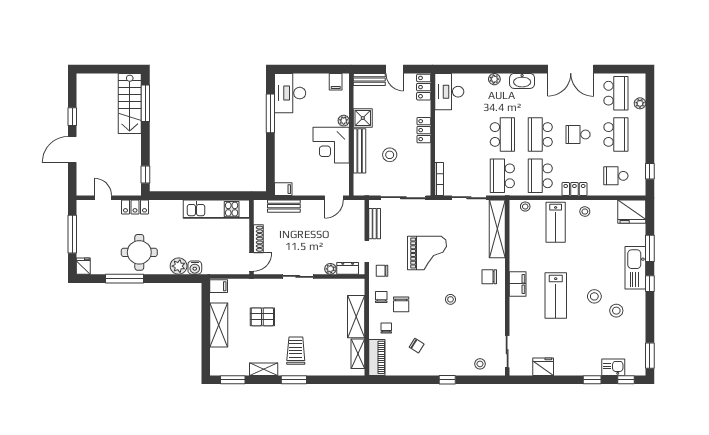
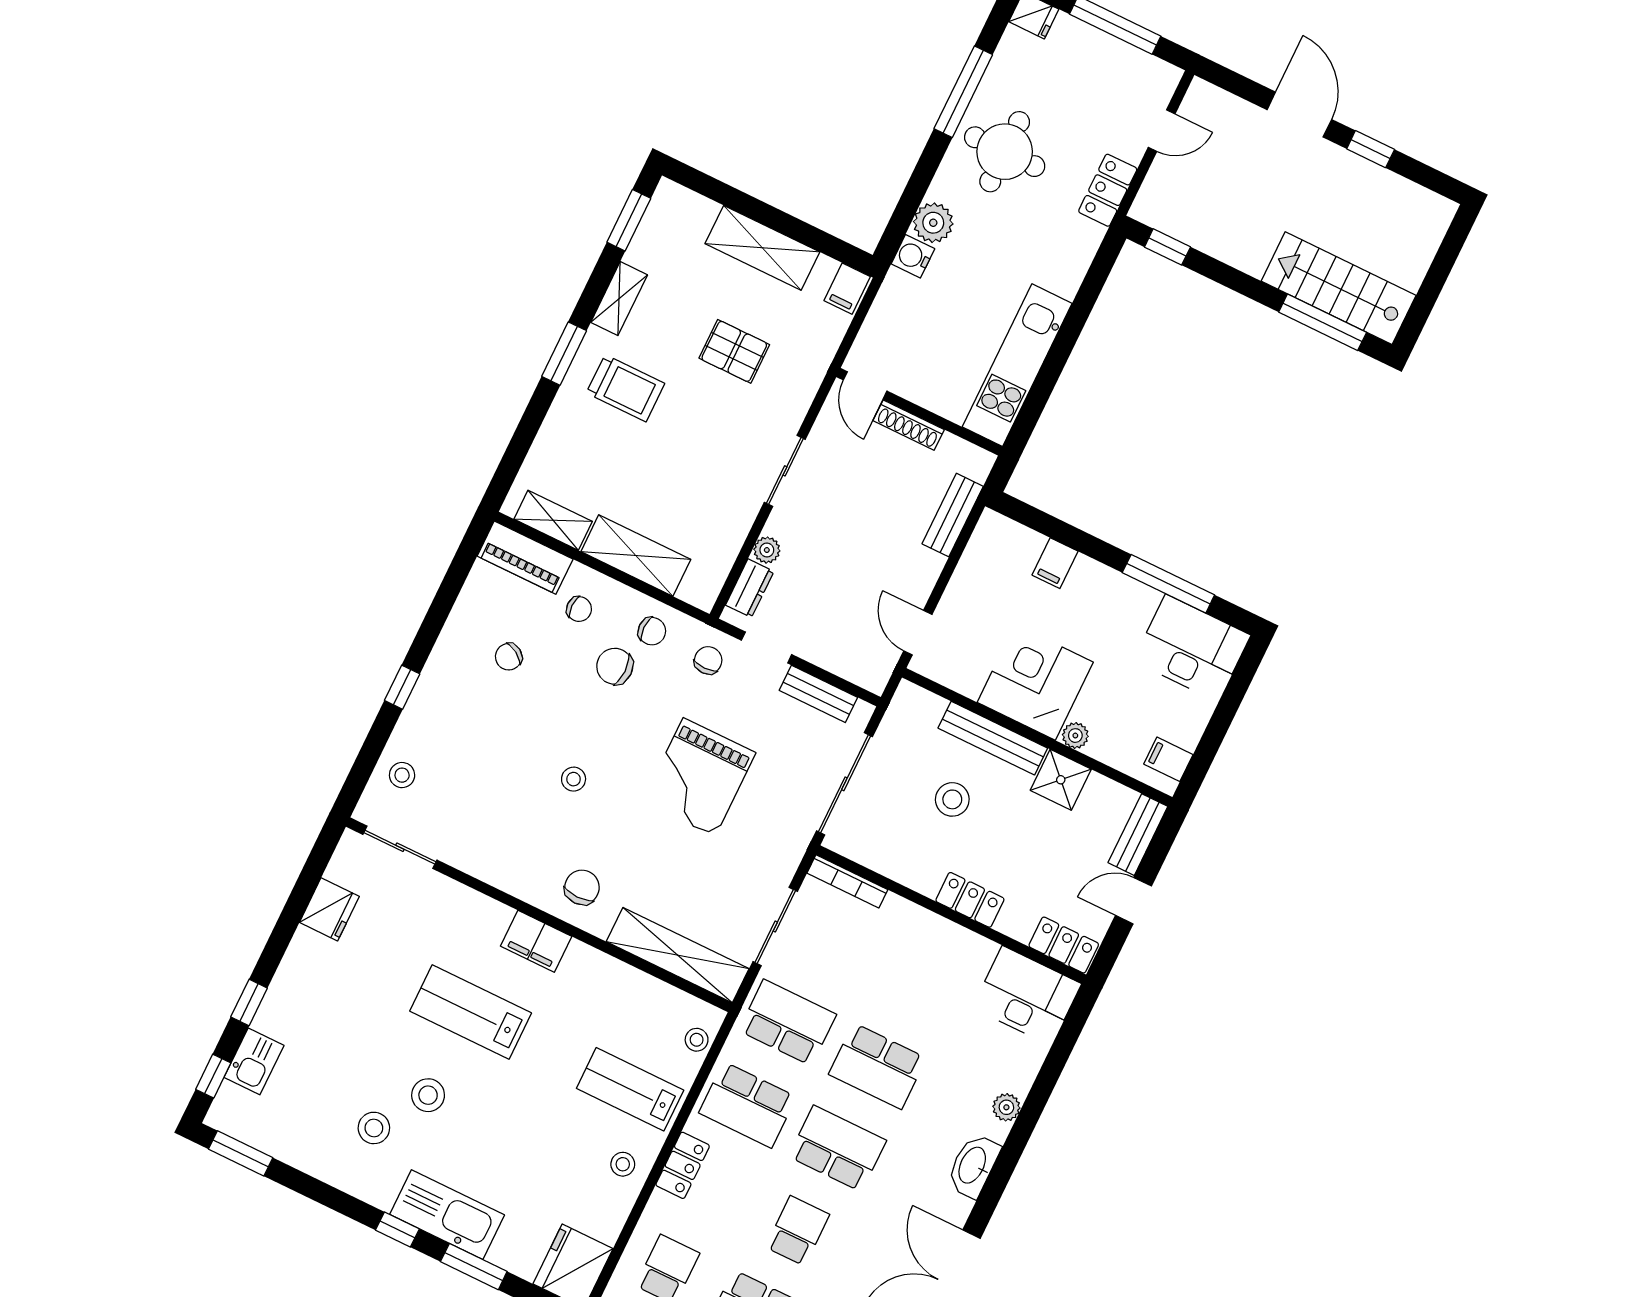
school desk: (540, 176) -> (748, 1105), turned 180
filing cabinet: (283, 189) -> (1055, 563), moved
pallet: (262, 317) -> (734, 351), turned 90

